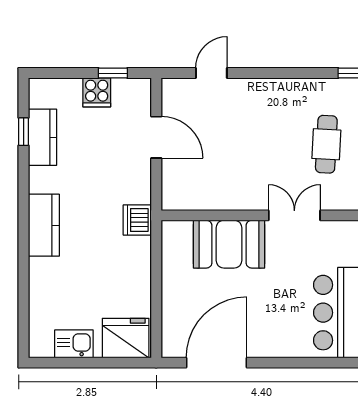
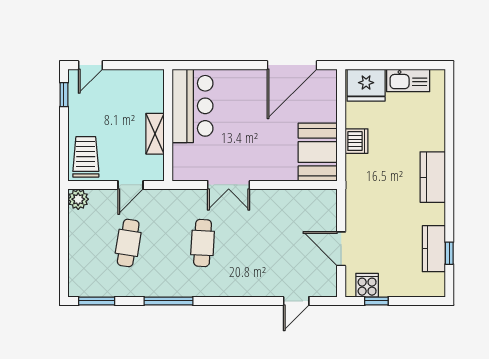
cooker: (97, 92) -> (367, 285), moved
dishwasher: (137, 220) -> (357, 141), moved
booth: (229, 244) -> (318, 152), moved, turned 90
kitchen sink: (74, 344) -> (408, 80), width x1.38

